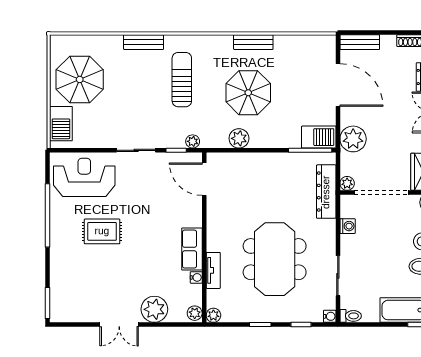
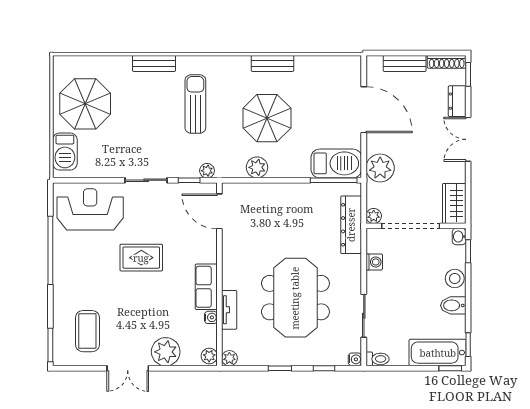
bench: (360, 42) -> (405, 63), moved
barbecue: (319, 137) -> (336, 163), width x1.37, depth x1.21
rug: (102, 231) -> (141, 258), moved
coffee table: (82, 290) -> (87, 331), added

